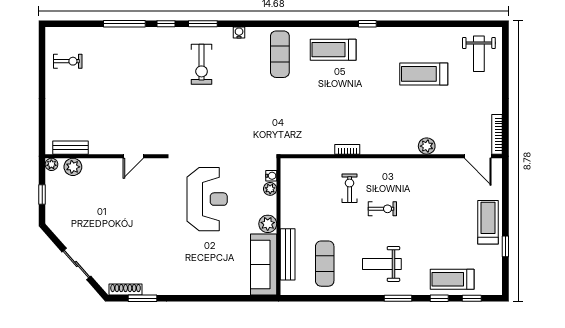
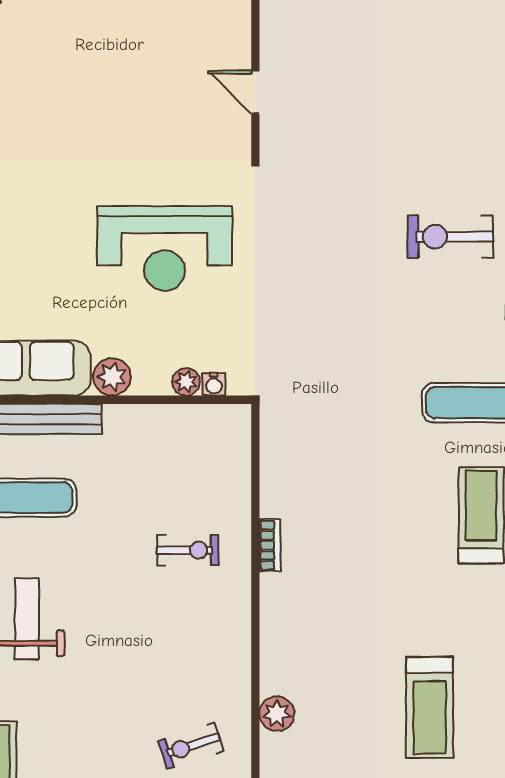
treadmill: (424, 74) -> (430, 707), turned 180
exercise bike: (382, 209) -> (191, 746), moved, turned 72

